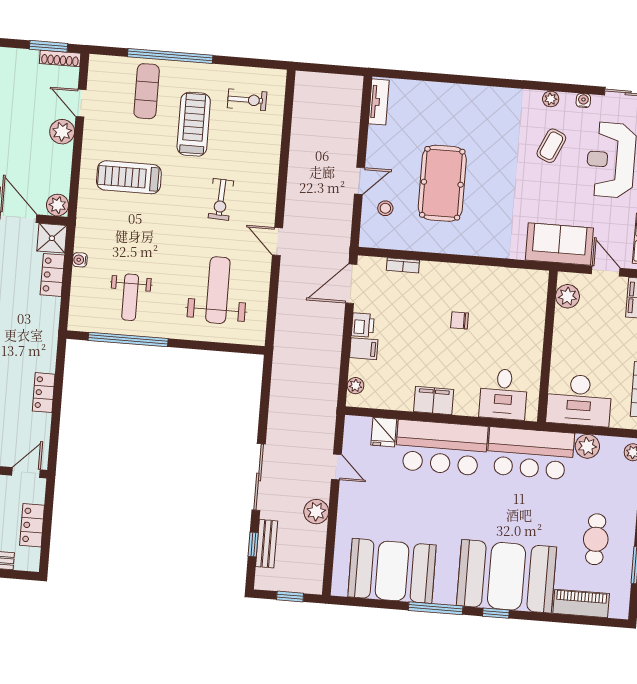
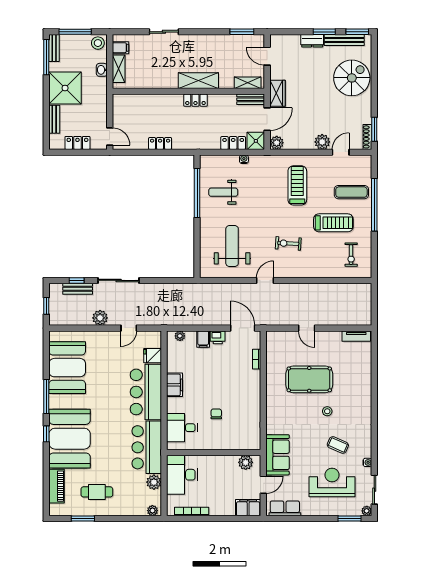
plant: (551, 99) -> (367, 442), removed
stool: (385, 208) -> (327, 411), moved
weight bench: (218, 290) -> (232, 246), turned -90
chair: (460, 320) -> (216, 414), moved

